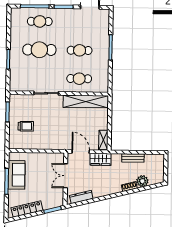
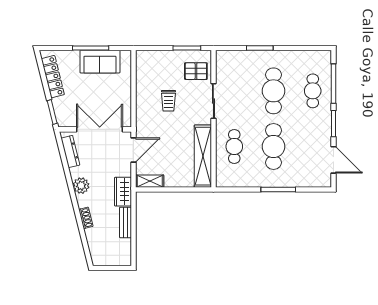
cafe table: (80, 50) -> (273, 146), width x1.37, depth x1.35
pallet: (24, 106) -> (196, 71), added
trolley: (26, 126) -> (168, 101), moved
wardrobe: (101, 159) -> (123, 192), moved
double door: (65, 176) -> (100, 129), width x1.37
plant: (142, 181) -> (81, 186), moved

